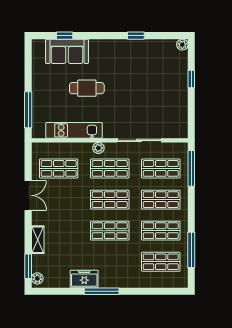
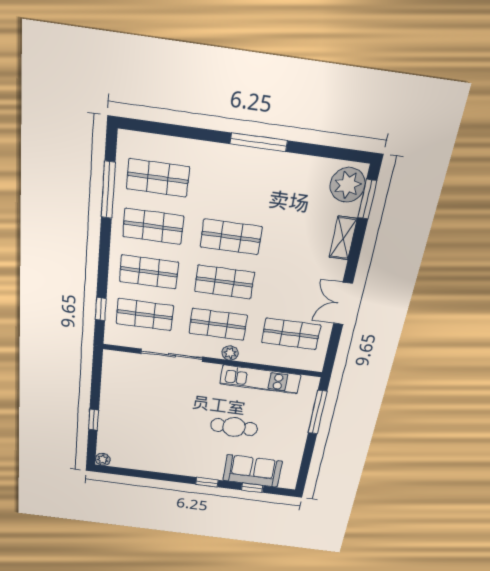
window: (136, 36) -> (207, 482), moved
window: (191, 168) -> (101, 309), width x0.46
plant: (37, 278) -> (348, 185), width x1.87, depth x1.87
freezer: (84, 279) -> (283, 167), removed

